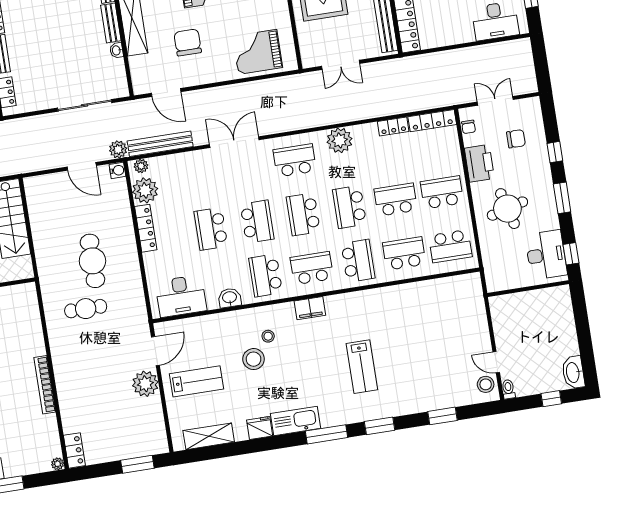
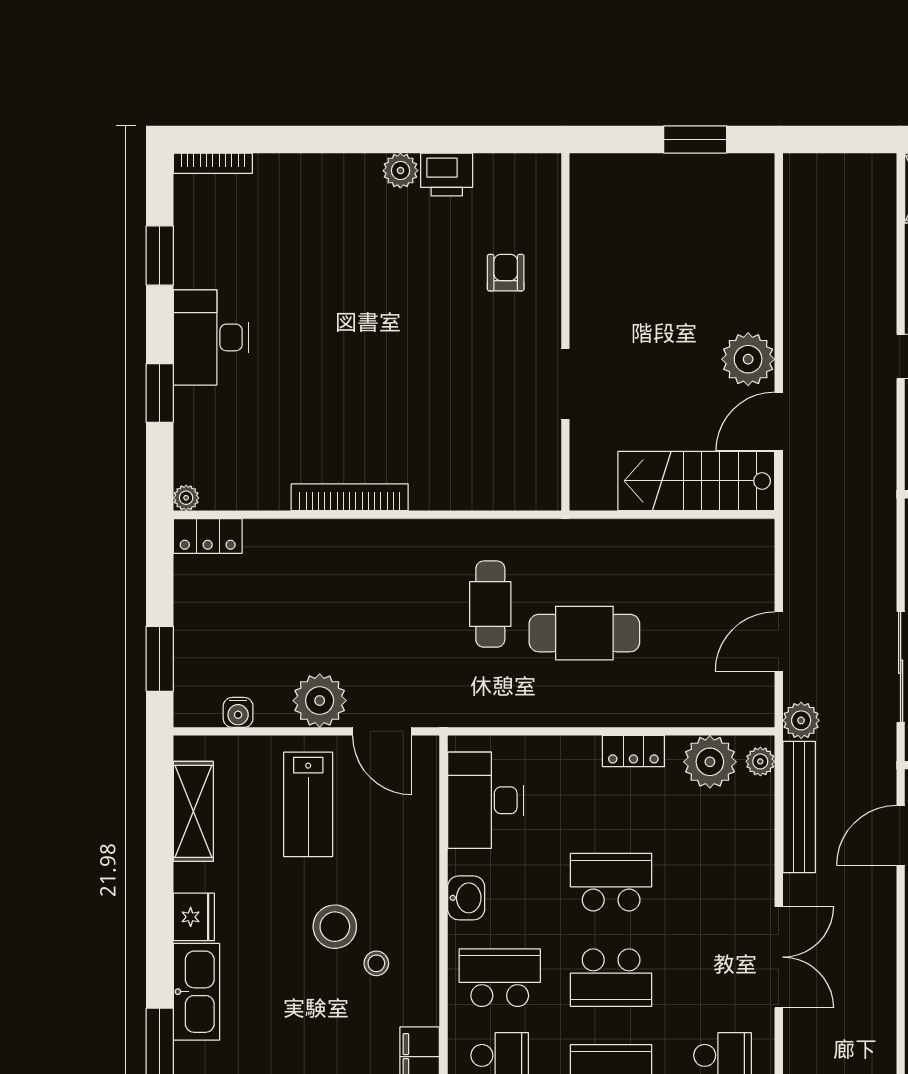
water cooler: (117, 170) -> (238, 712), moved
locker: (146, 228) -> (633, 751), width x0.66

